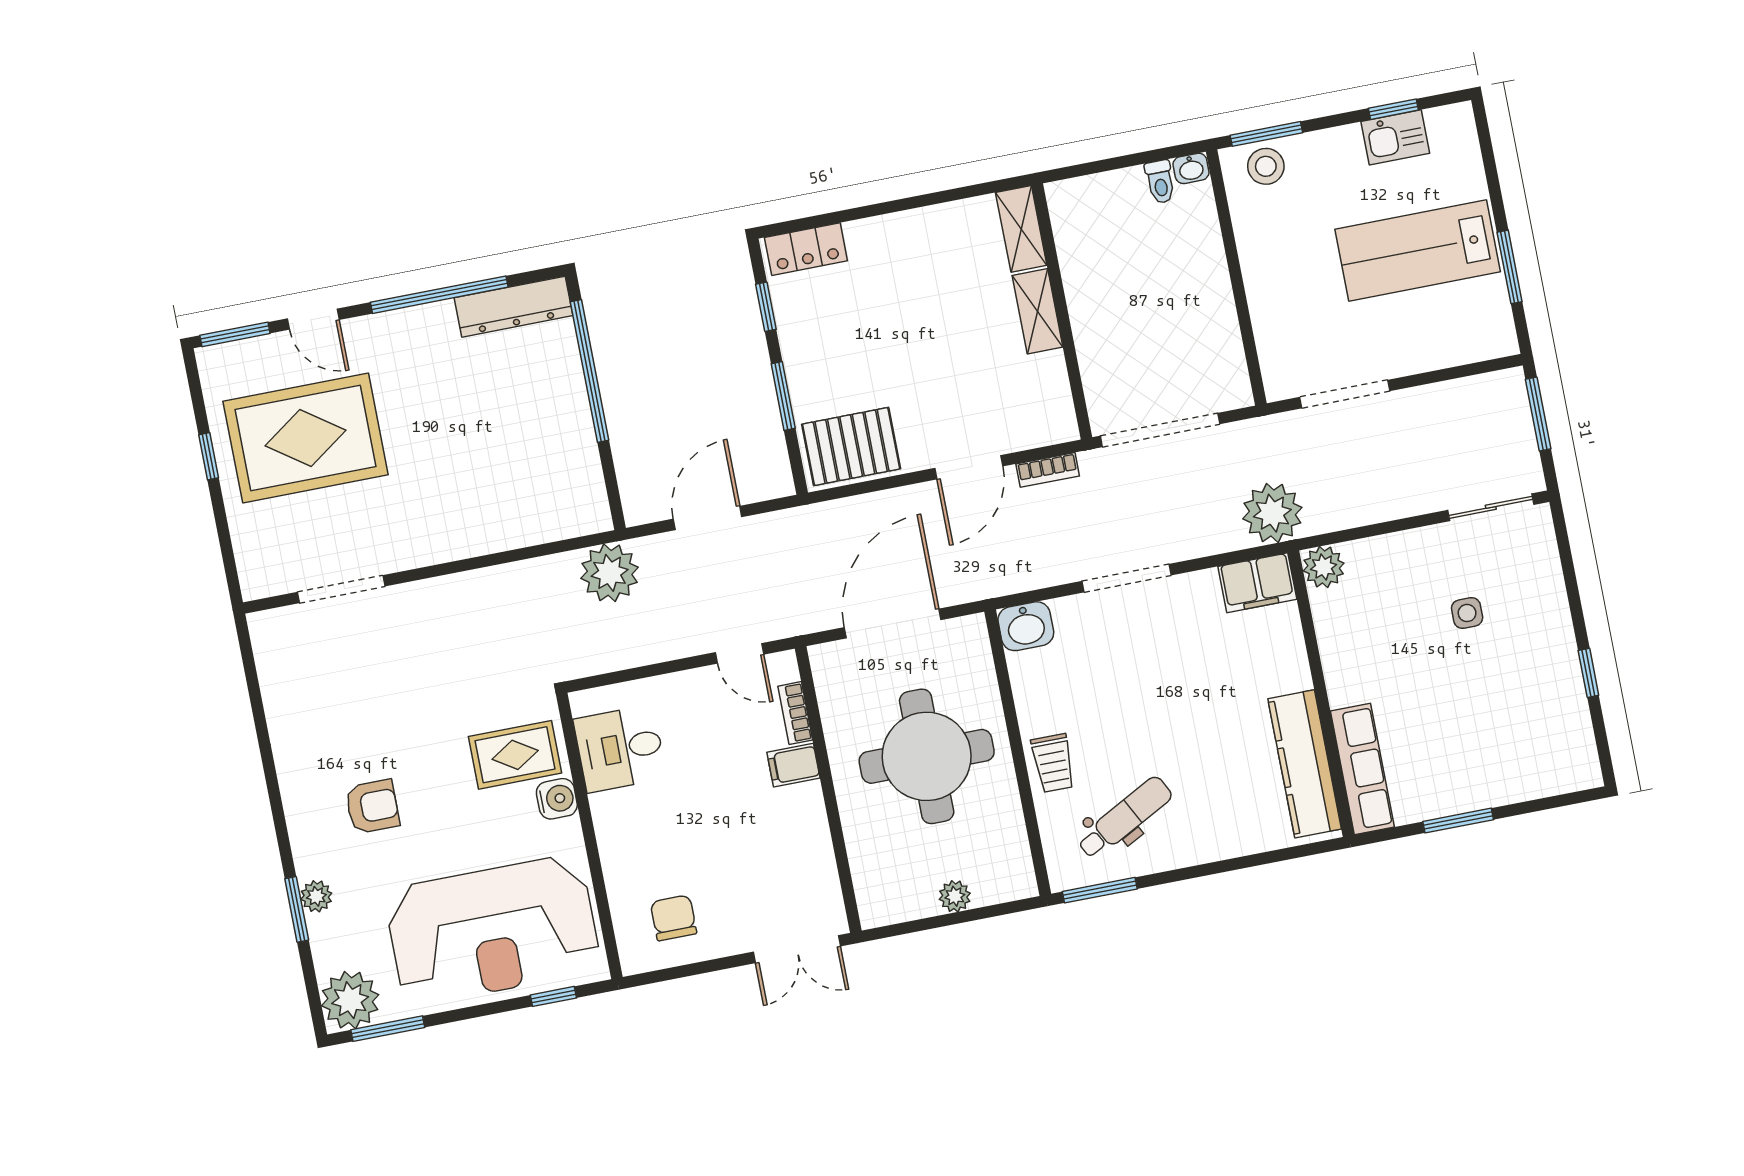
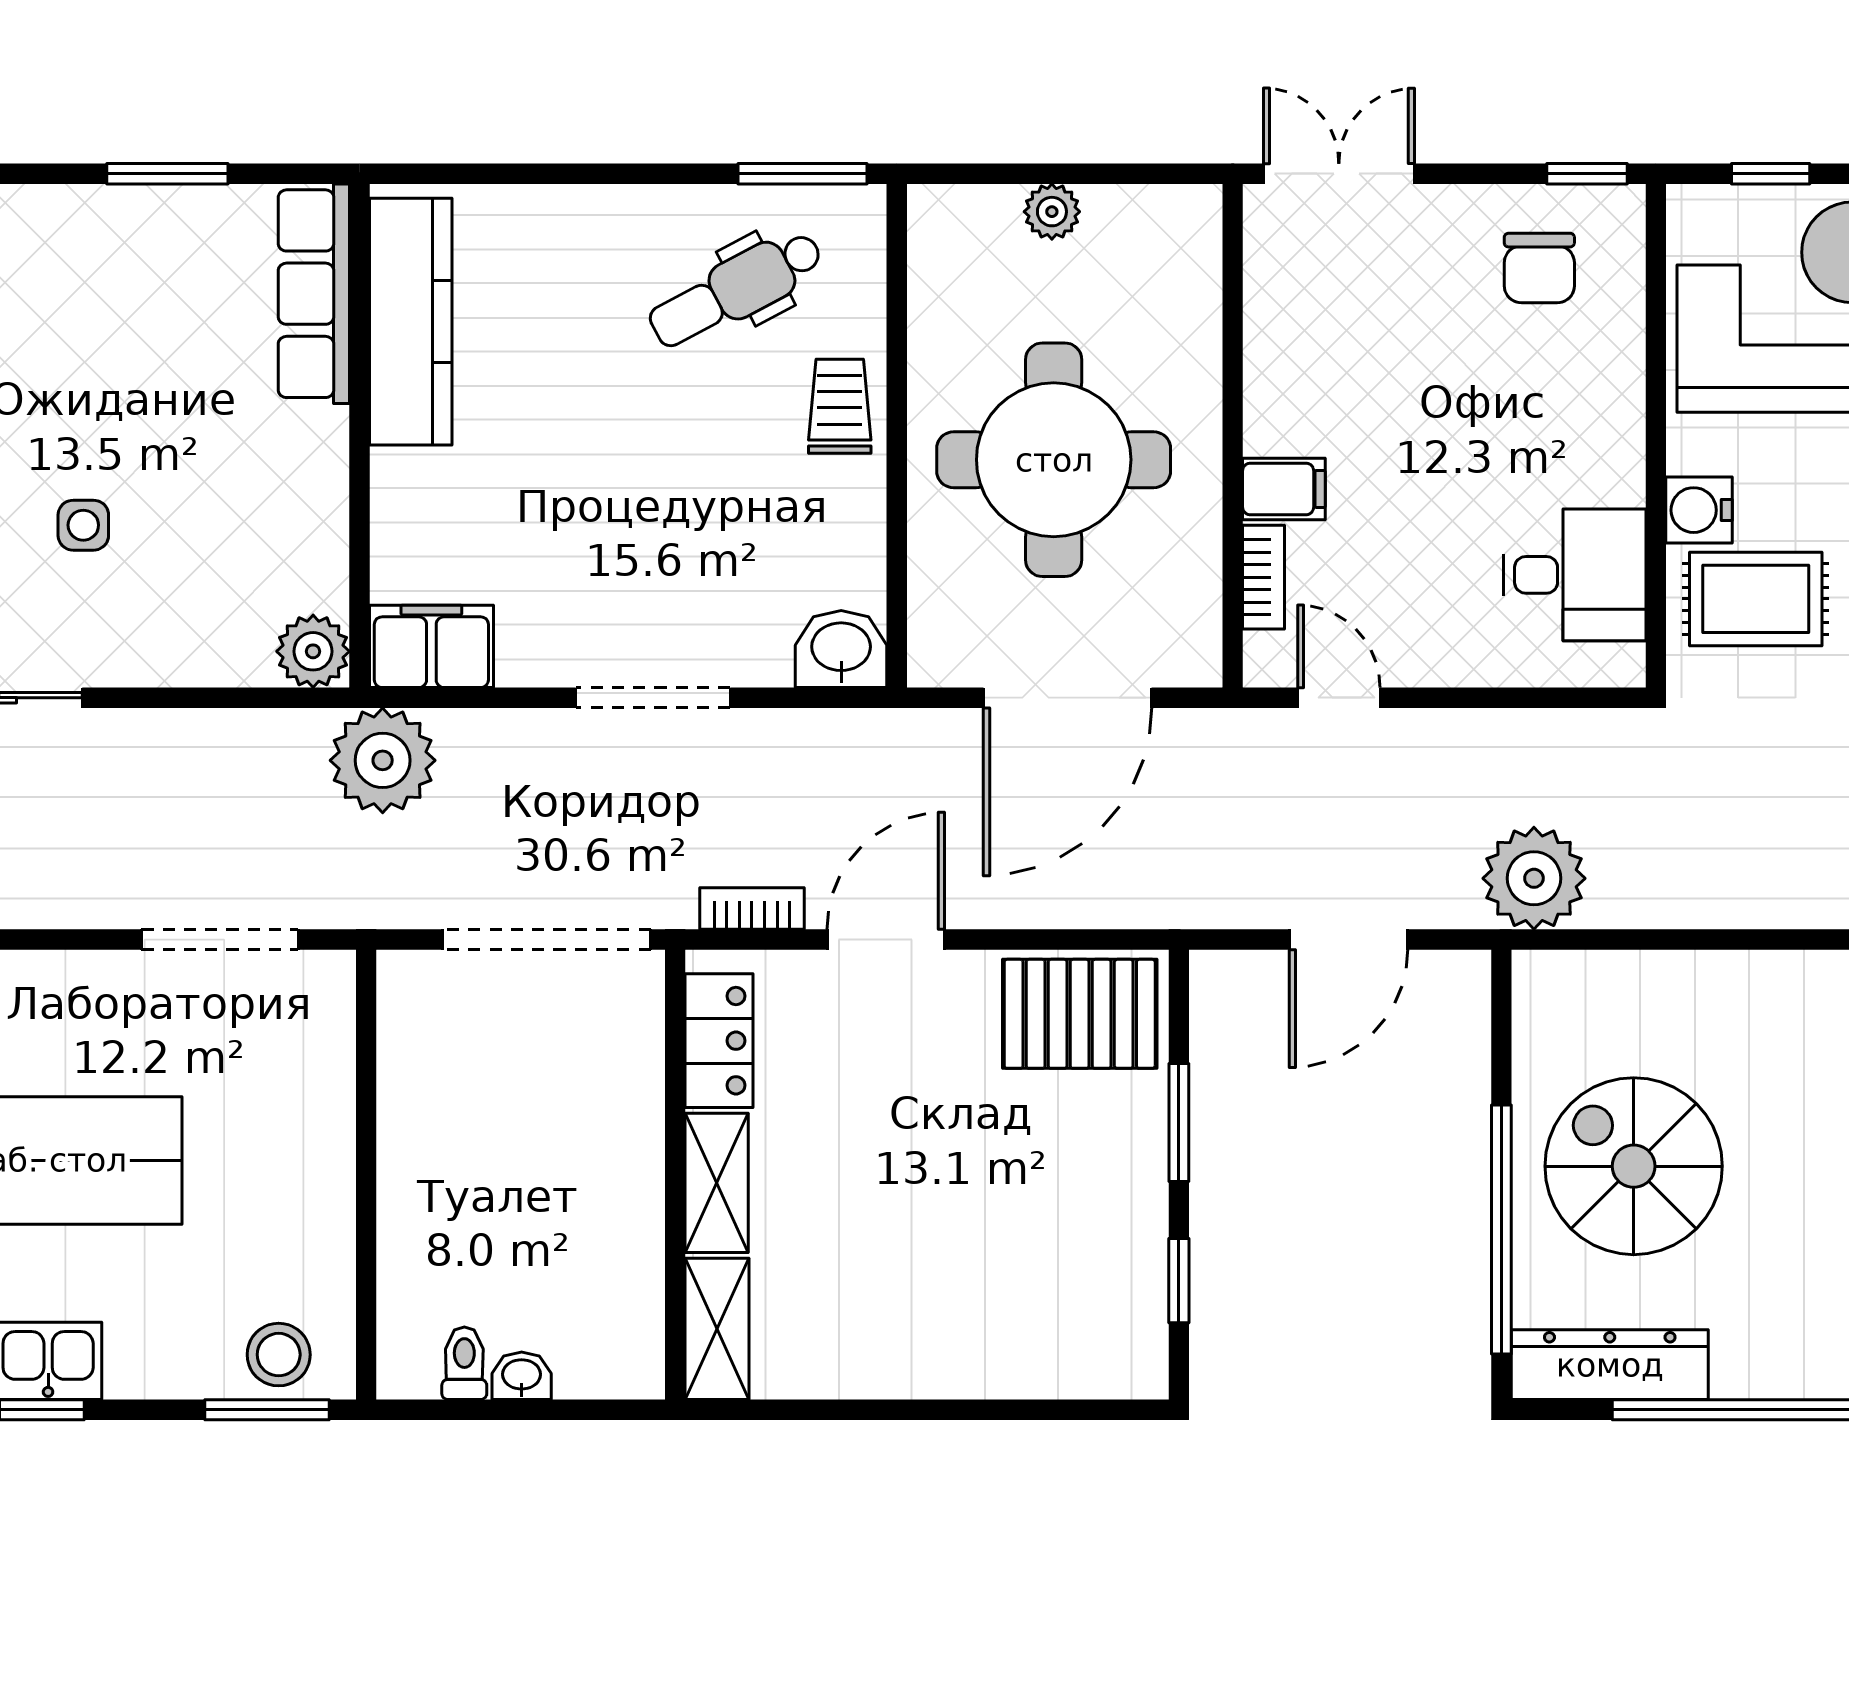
washbasin: (1191, 168) -> (522, 1376), moved
locker: (806, 249) -> (719, 1041), moved, turned 90
spiral stairs: (522, 421) -> (1634, 1166), added
window: (657, 976) -> (1587, 174), added

